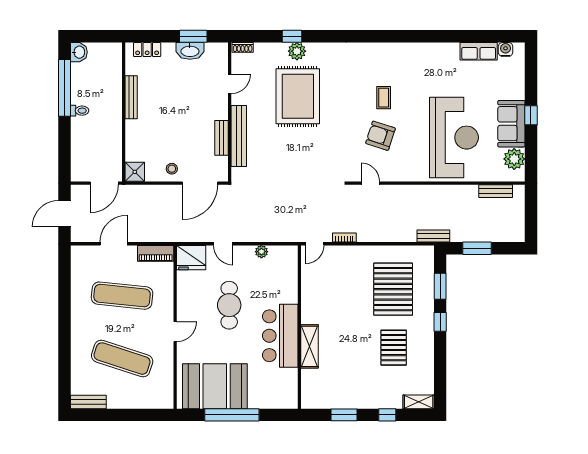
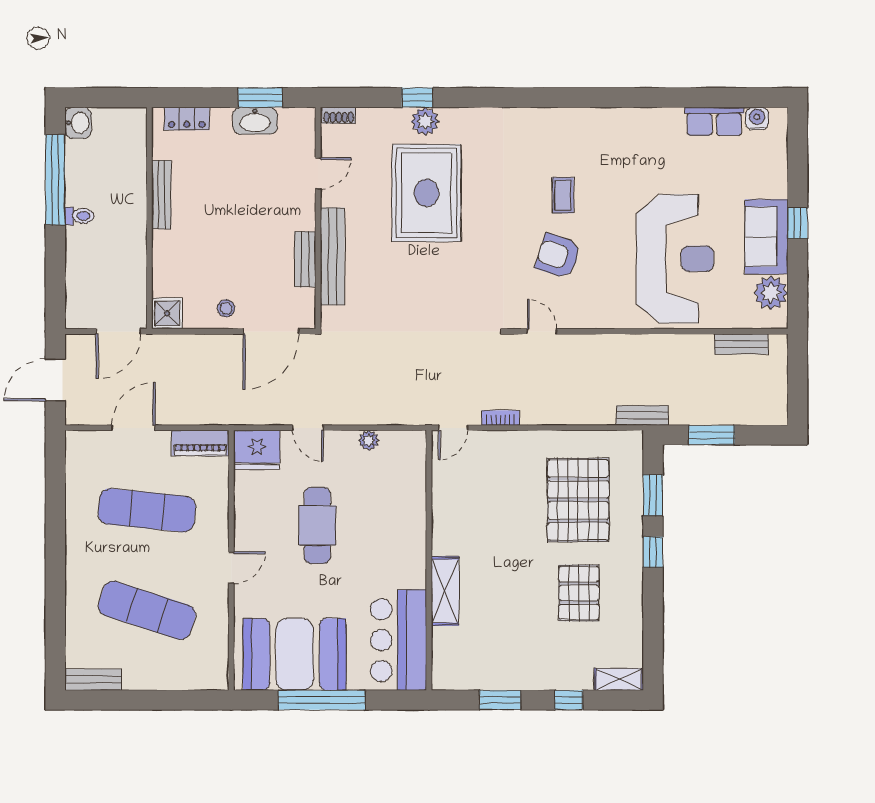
bar counter: (280, 336) -> (399, 640), moved

